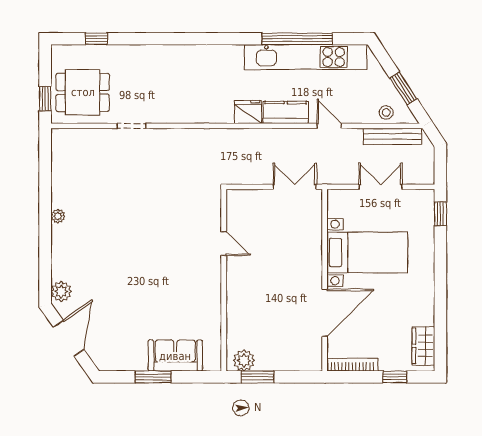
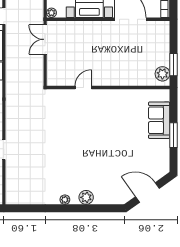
plant: (334, 196) -> (51, 13), added
plant: (61, 292) -> (86, 197), moved

